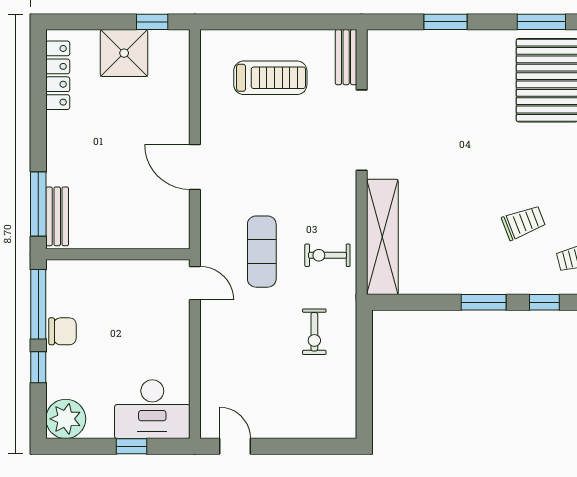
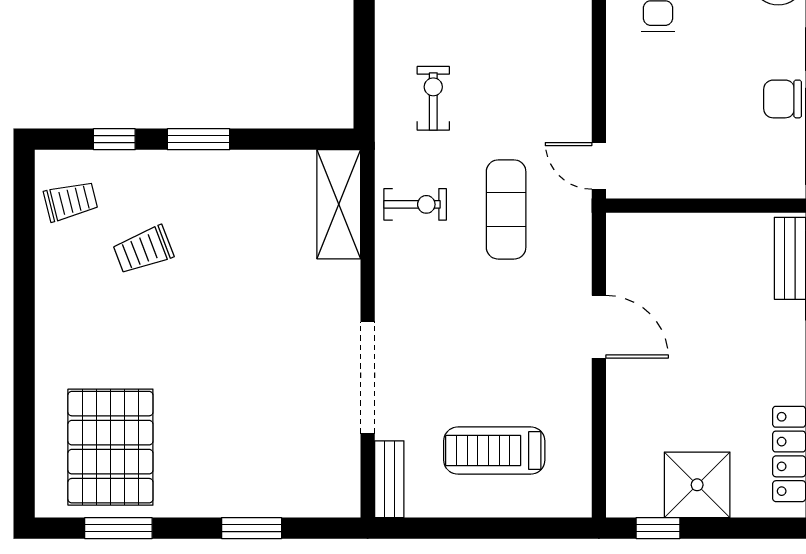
shelving: (382, 237) -> (339, 204), width x0.68

